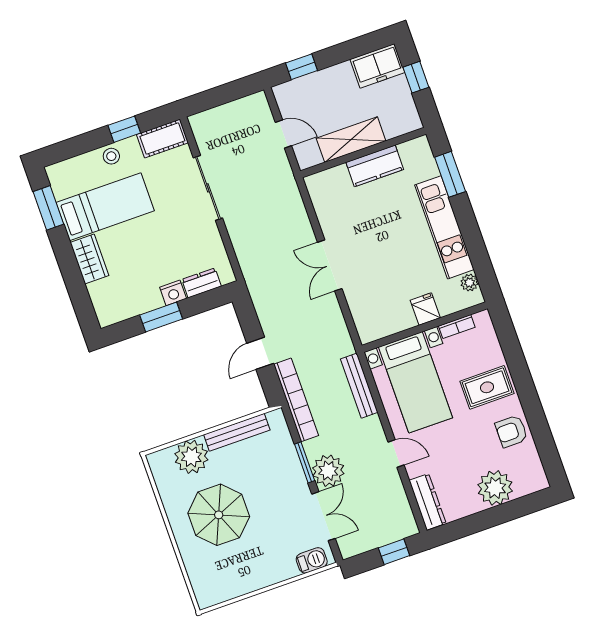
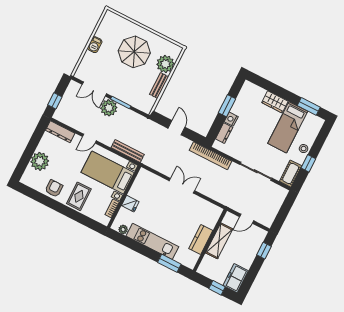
bookcase: (296, 400) -> (211, 156), moved
bench: (237, 432) -> (159, 85), width x0.73
barbecue: (312, 560) -> (95, 45), moved

